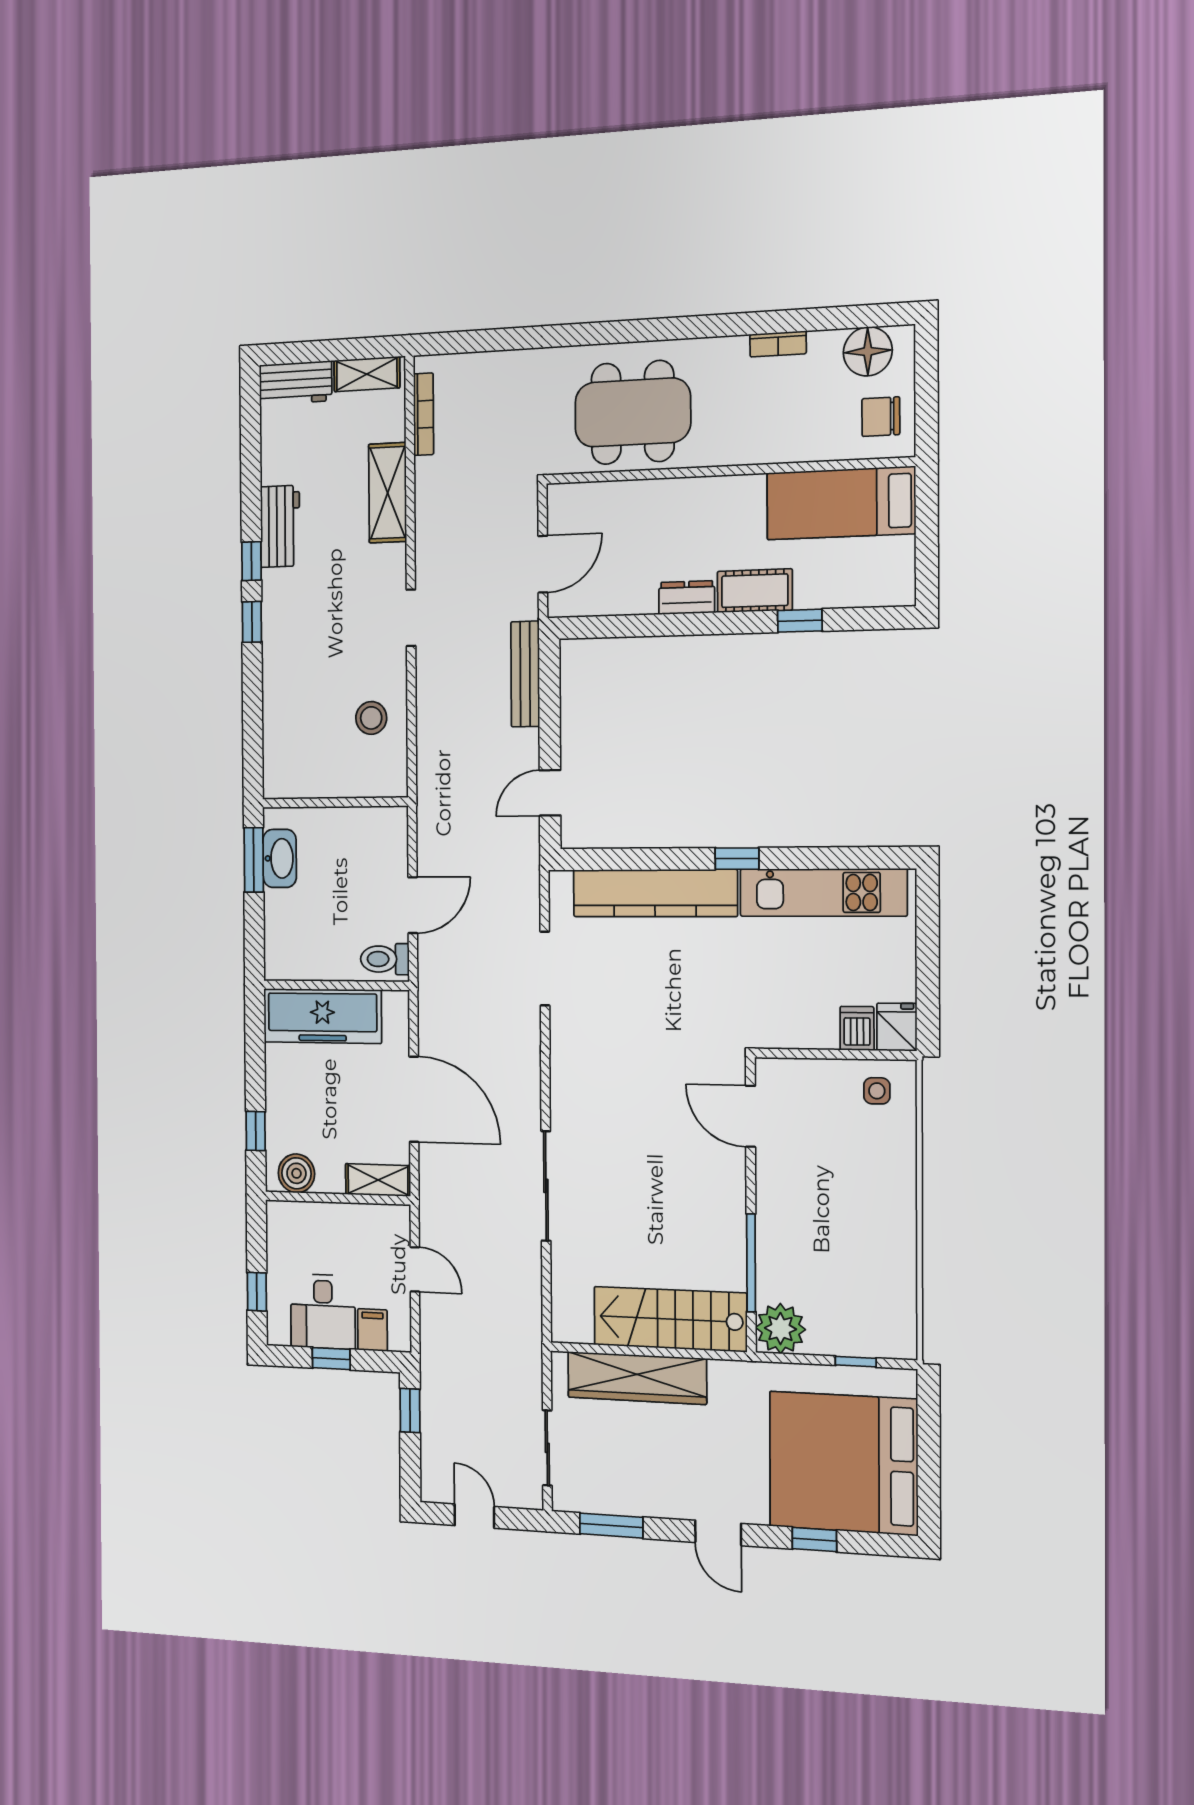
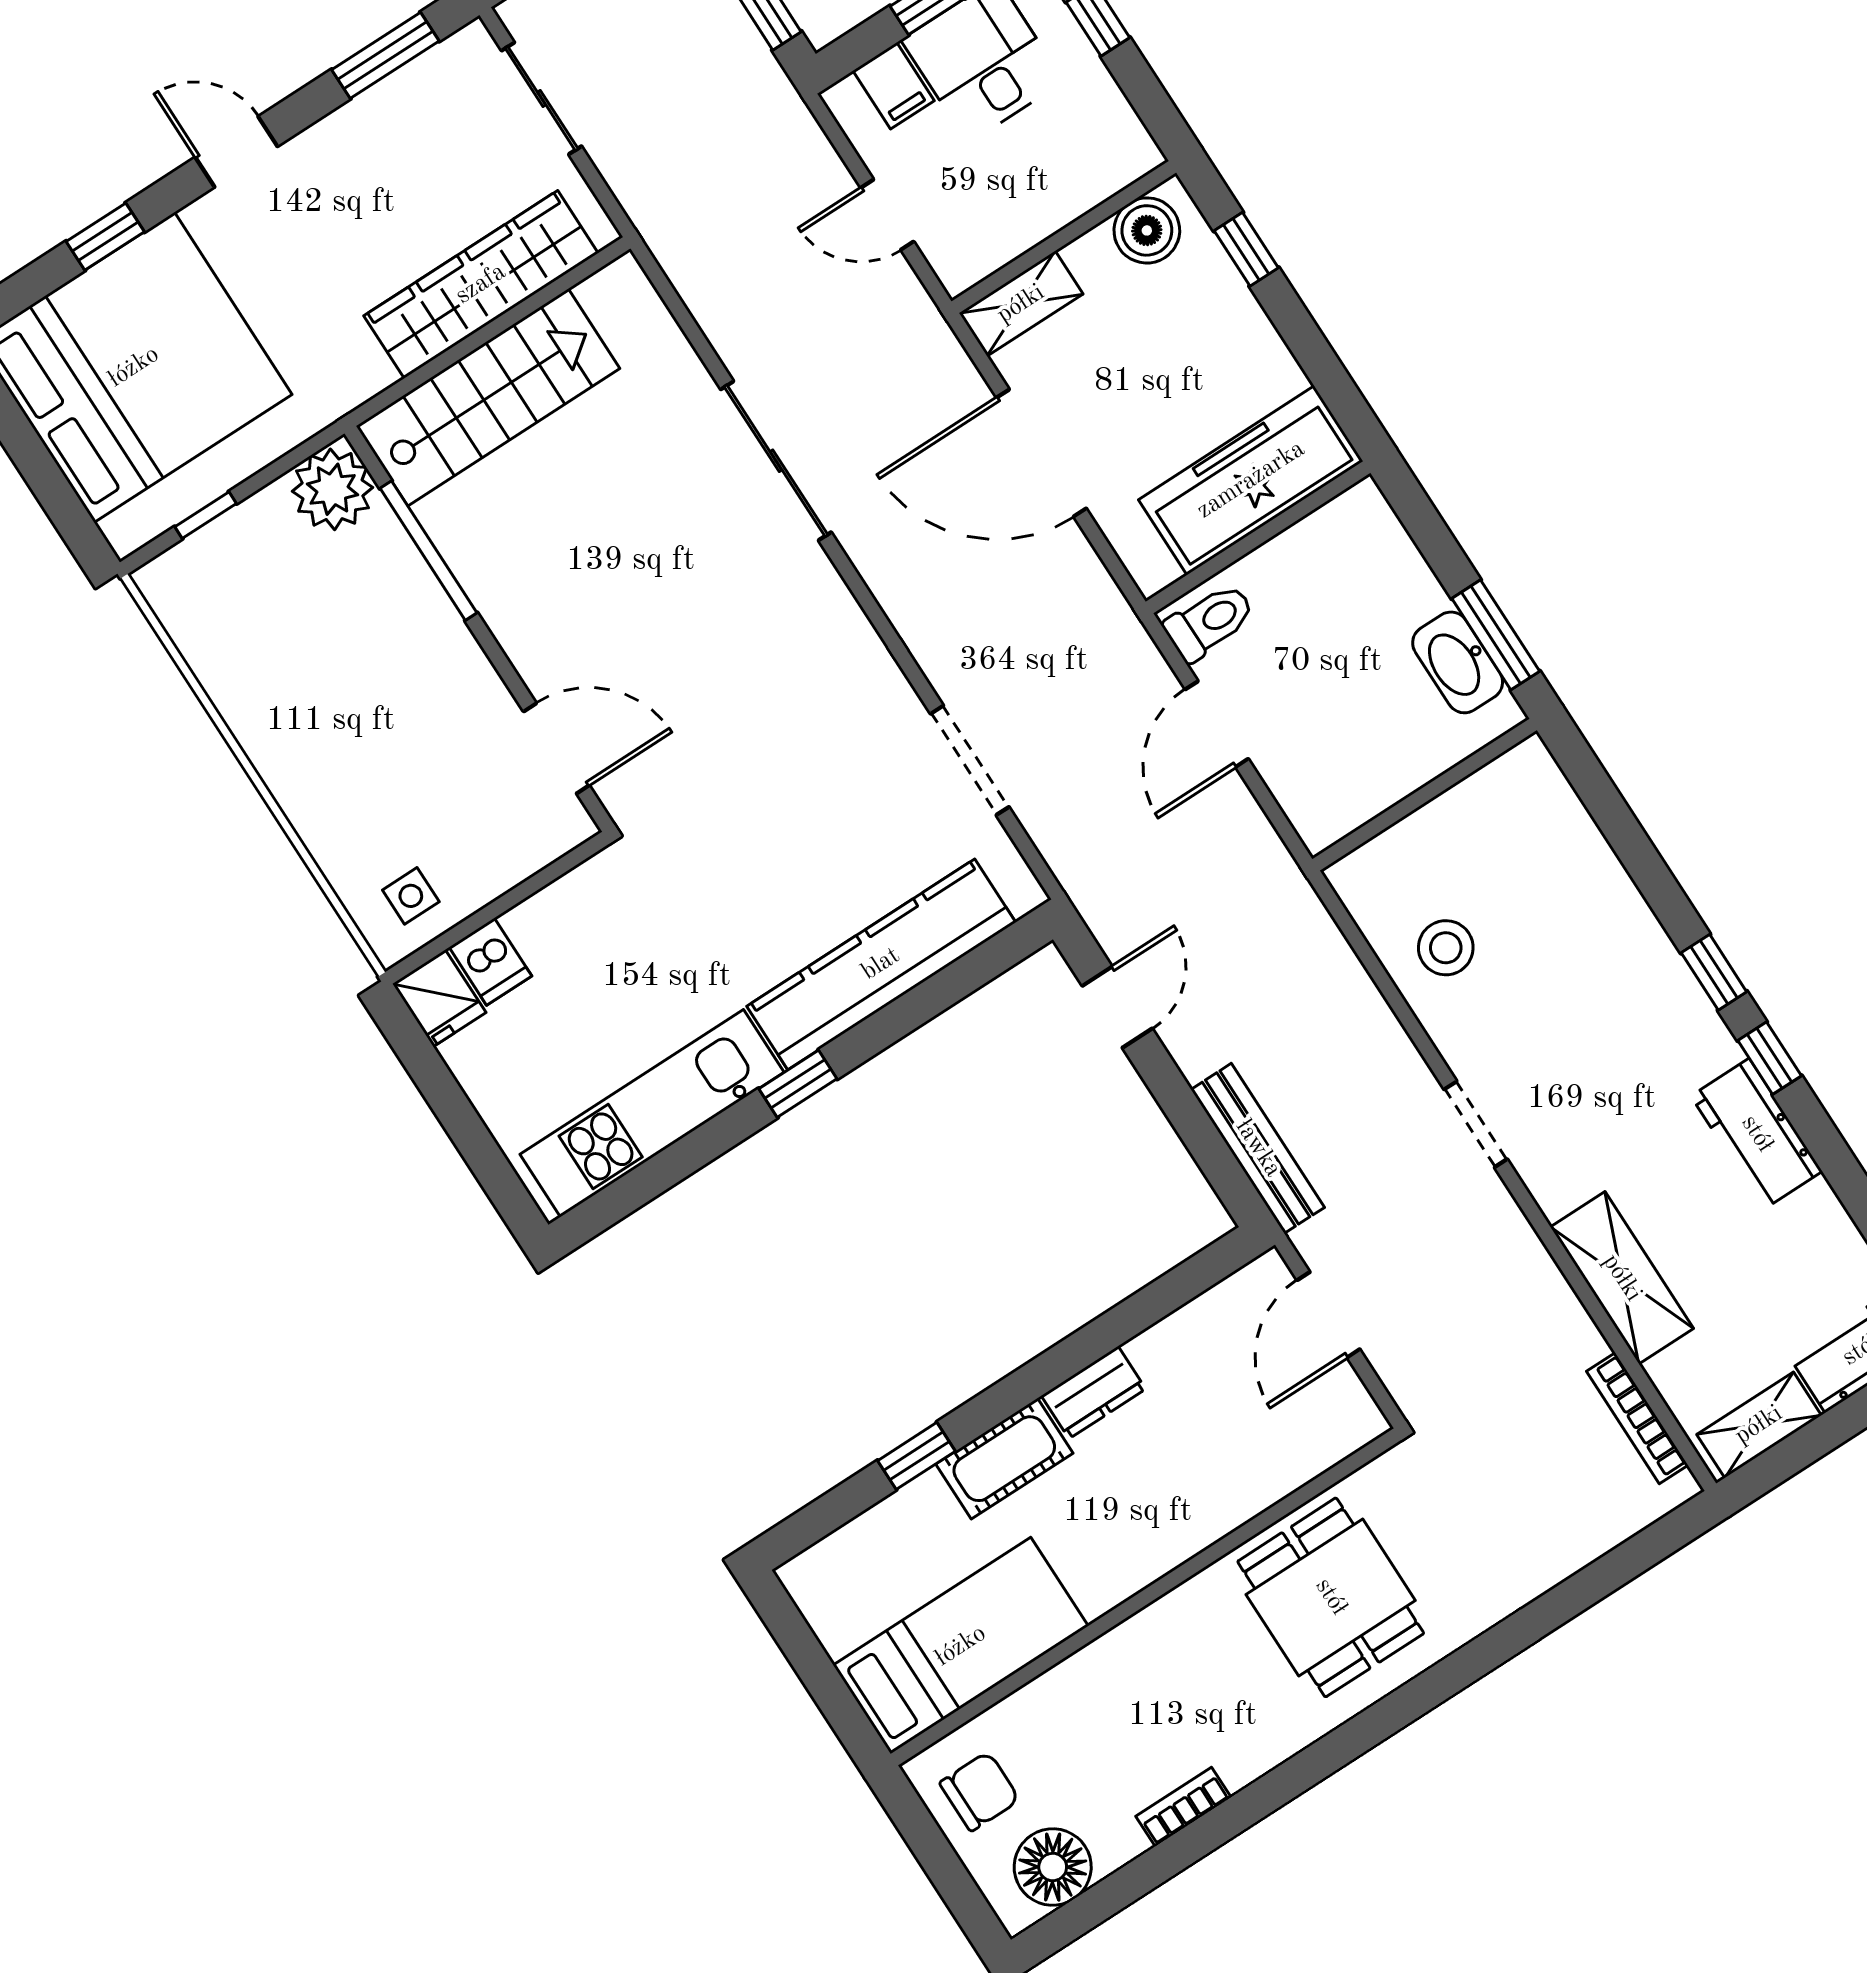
dining table: (633, 412) -> (1331, 1597), width x0.73

